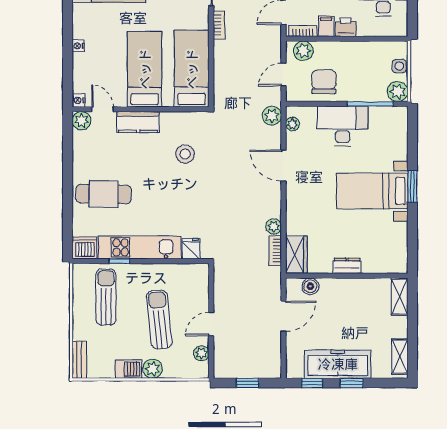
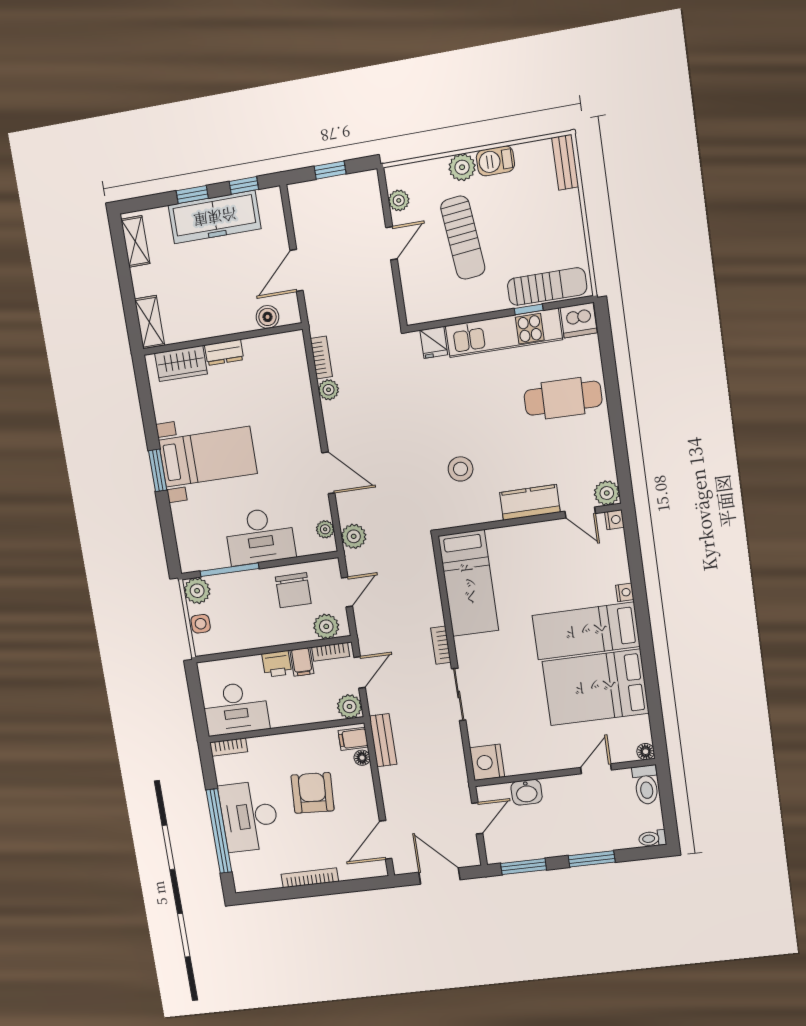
bed: (145, 69) -> (586, 631), moved, turned 90
wardrobe: (296, 254) -> (181, 364), moved, turned -90
sun lounger: (106, 297) -> (547, 287), moved, turned -90

